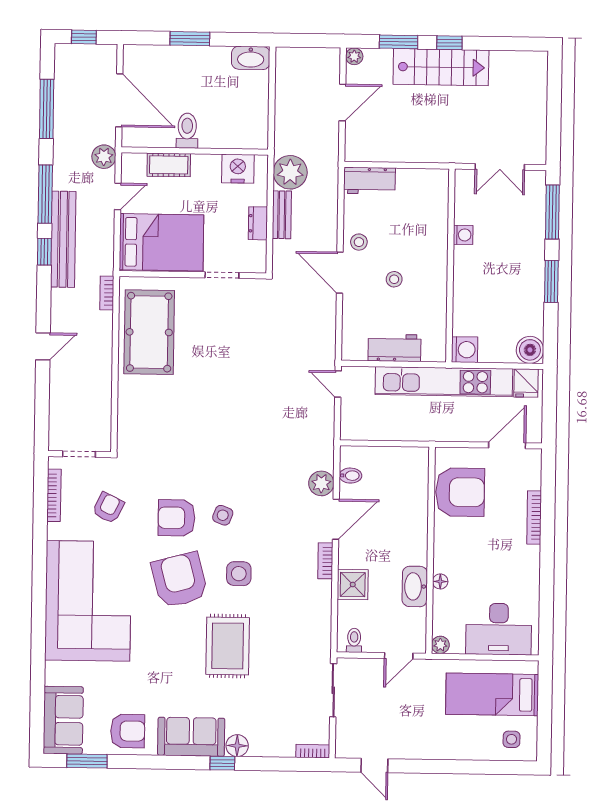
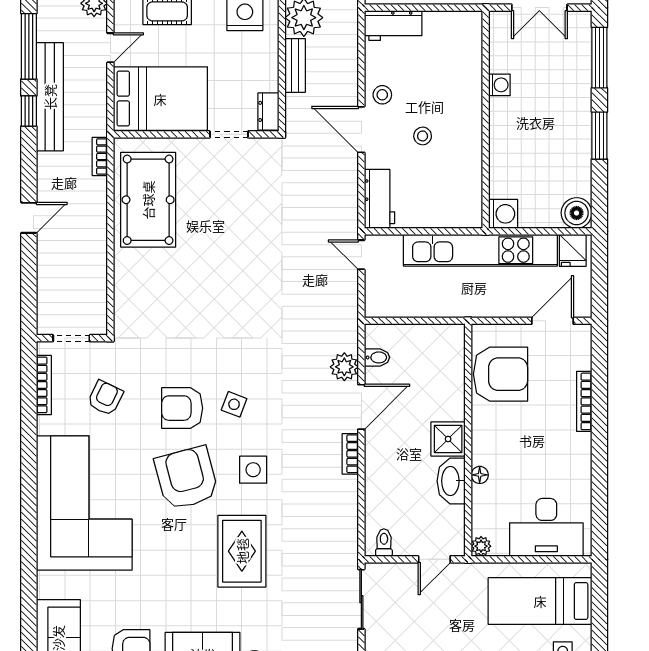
dresser: (258, 223) -> (268, 111), moved
workbench: (394, 348) -> (380, 199), moved, turned 90
shower: (353, 584) -> (448, 439), moved

